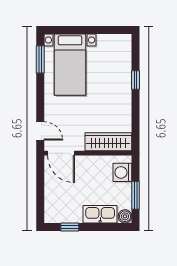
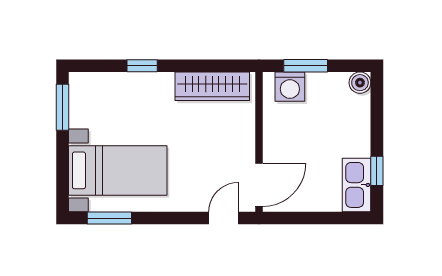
window: (110, 30) -> (62, 107), added
wardrobe: (108, 142) -> (212, 86), moved, turned -90
window: (136, 195) -> (306, 66), moved
kitchen sink: (100, 214) -> (357, 185), moved

